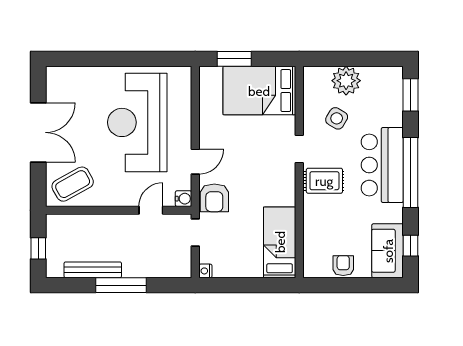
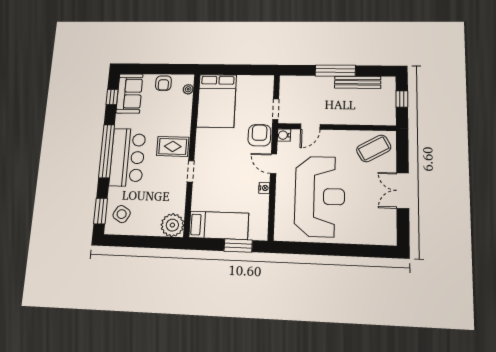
plant: (346, 81) -> (172, 225), moved
bed: (259, 91) -> (219, 225), width x0.67
side table: (337, 118) -> (122, 214), moved
double door: (38, 132) -> (403, 191), width x0.73
door: (195, 162) -> (274, 164), hinge flipped
bed: (280, 242) -> (217, 101), width x1.50
plant: (310, 258) -> (188, 89), added
nightstand: (205, 271) -> (264, 188), moved

